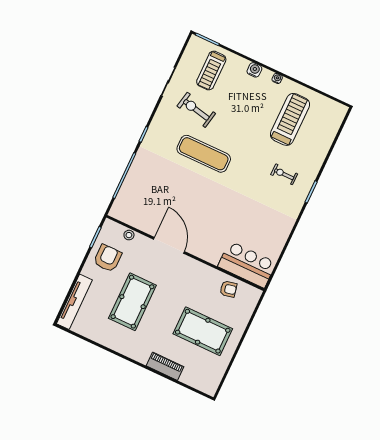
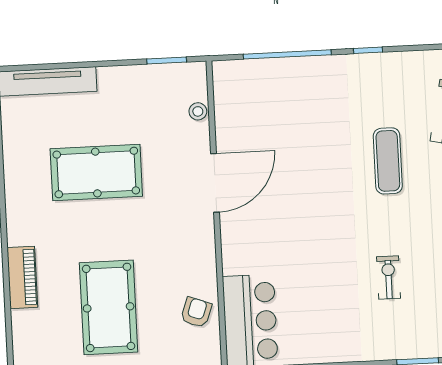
exercise mat: (204, 154) -> (388, 161), width x0.73, depth x0.69
exercise bike: (284, 174) -> (389, 277), moved
armchair: (108, 258) -> (144, 97), removed
armchair: (228, 289) -> (196, 312), turned -148

